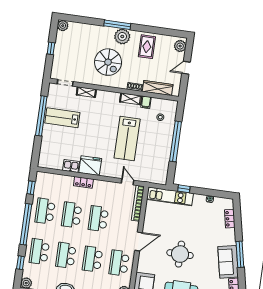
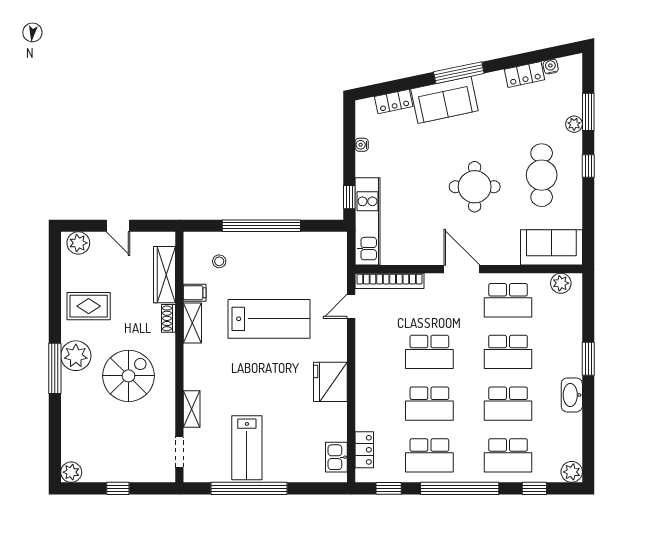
kitchen sink: (71, 166) -> (336, 457), moved
locker: (83, 182) -> (364, 450), moved
sofa: (228, 262) -> (444, 100), moved

